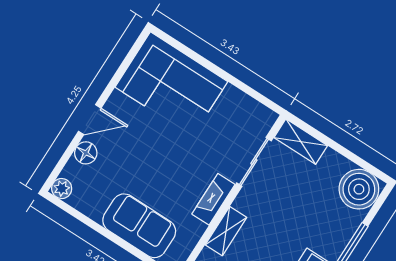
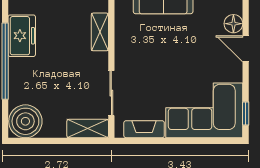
window: (132, 54) -> (246, 114), added
door: (90, 120) -> (246, 49), hinge flipped
fireplace: (213, 199) -> (144, 129), moved, turned -90

